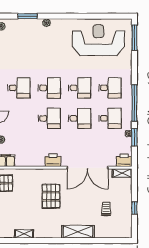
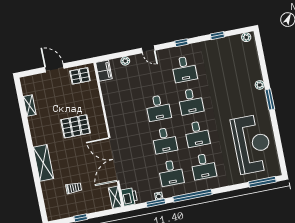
window: (28, 16) -> (270, 99), moved
printer: (53, 160) -> (114, 121), removed

